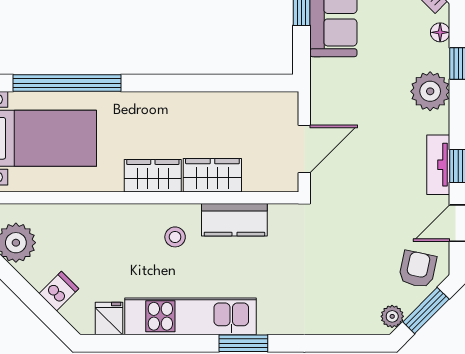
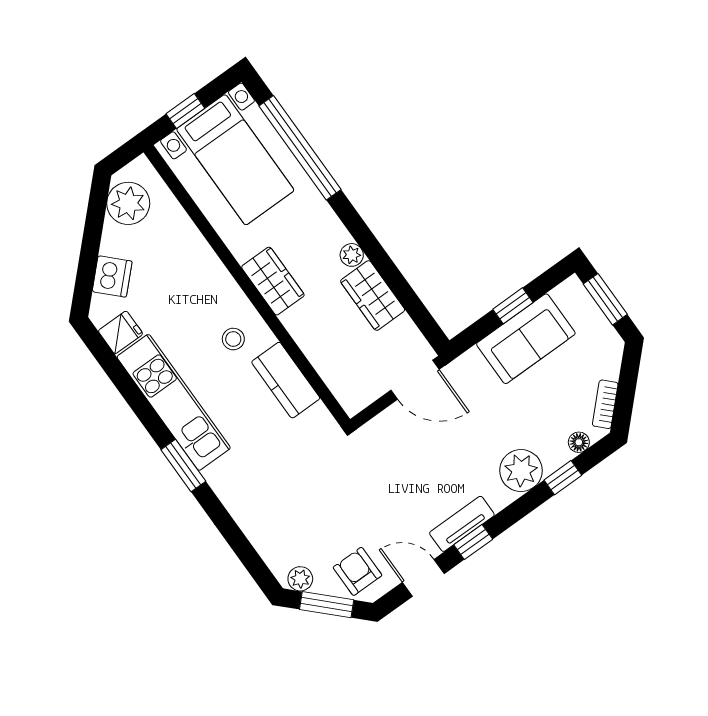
plant: (176, 102) -> (352, 255), added
door: (304, 149) -> (415, 380), moved
wardrobe: (212, 175) -> (373, 296), moved, turned 180
armchair: (418, 269) -> (357, 571), turned -102
dishwasher: (59, 291) -> (112, 276), width x1.38

